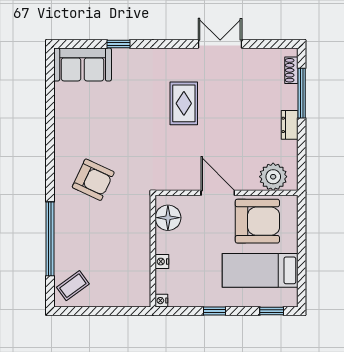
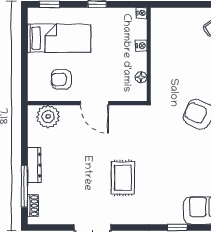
dresser: (290, 125) -> (34, 165), width x1.44
floor lamp: (168, 218) -> (141, 77), width x0.53, depth x0.53
armchair: (257, 221) -> (61, 79), width x0.53, depth x0.53

